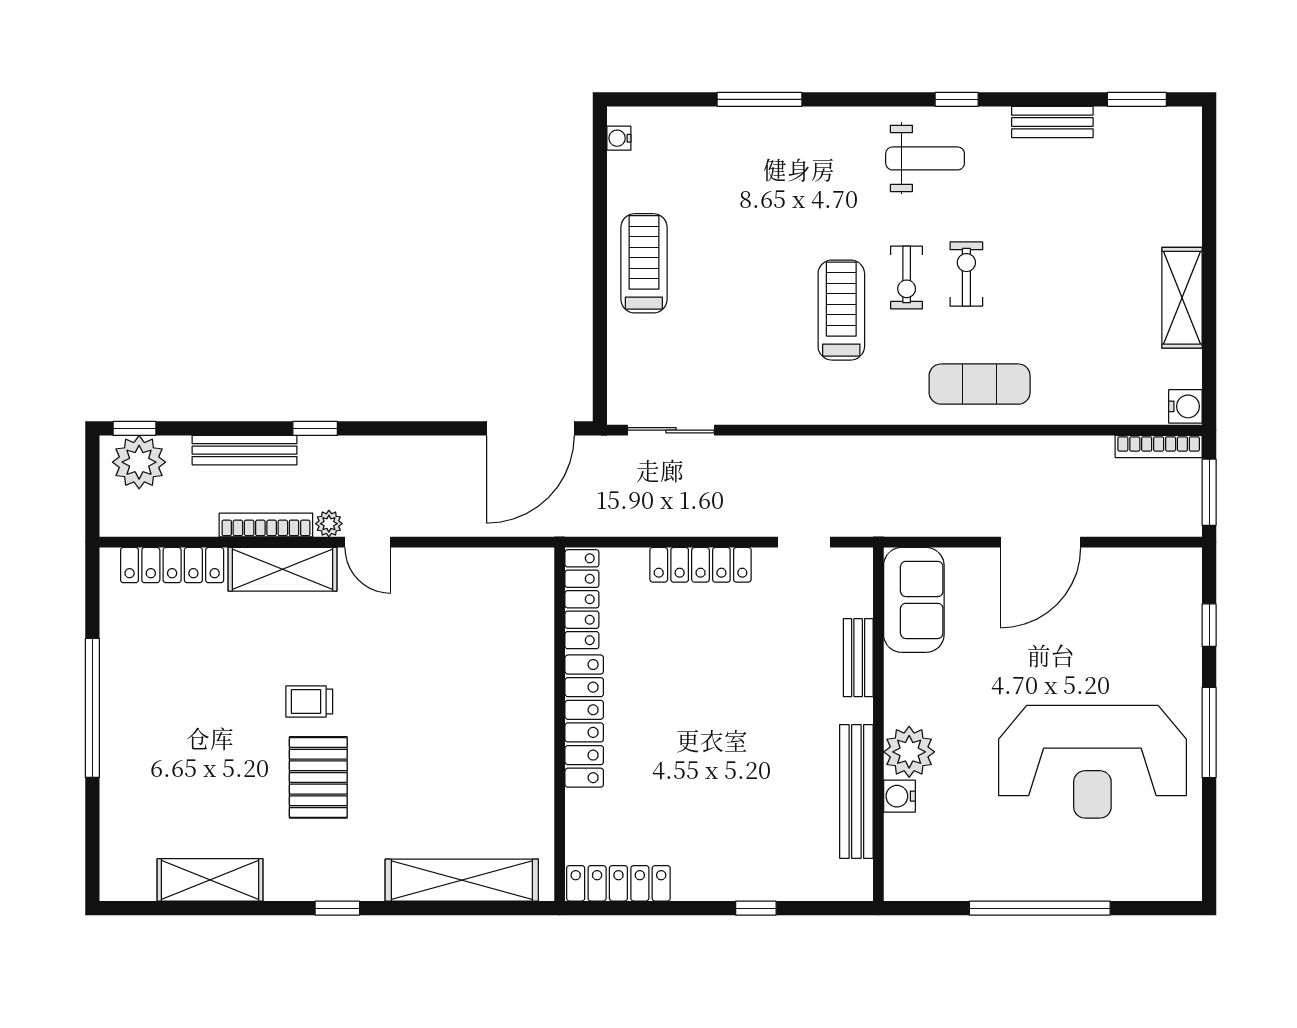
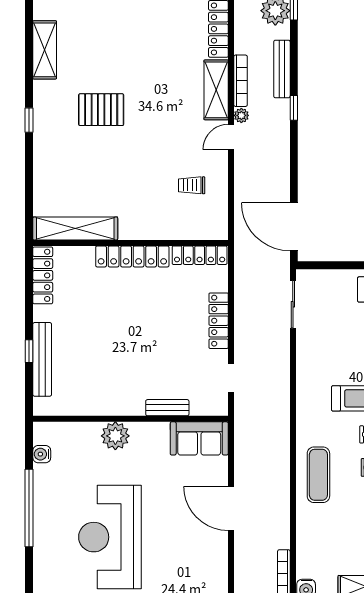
trolley: (309, 702) -> (192, 185), moved, turned -90
bench: (856, 791) -> (42, 359), moved, turned 90
water cooler: (899, 796) -> (42, 454), moved, turned -90
shelving: (462, 880) -> (75, 229), moved, turned 90

